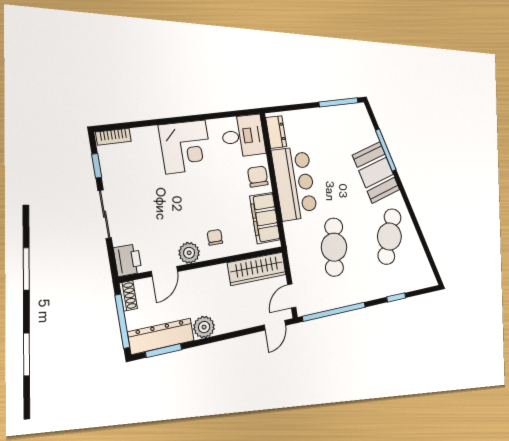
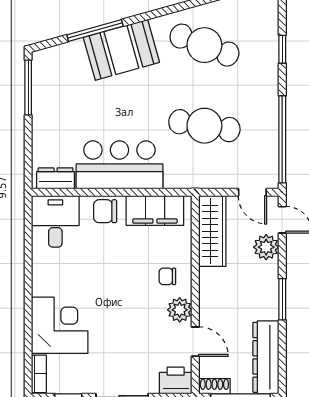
corner desk: (186, 147) -> (60, 325), moved
plant: (204, 327) -> (266, 247), moved
window: (164, 351) -> (282, 299), moved

